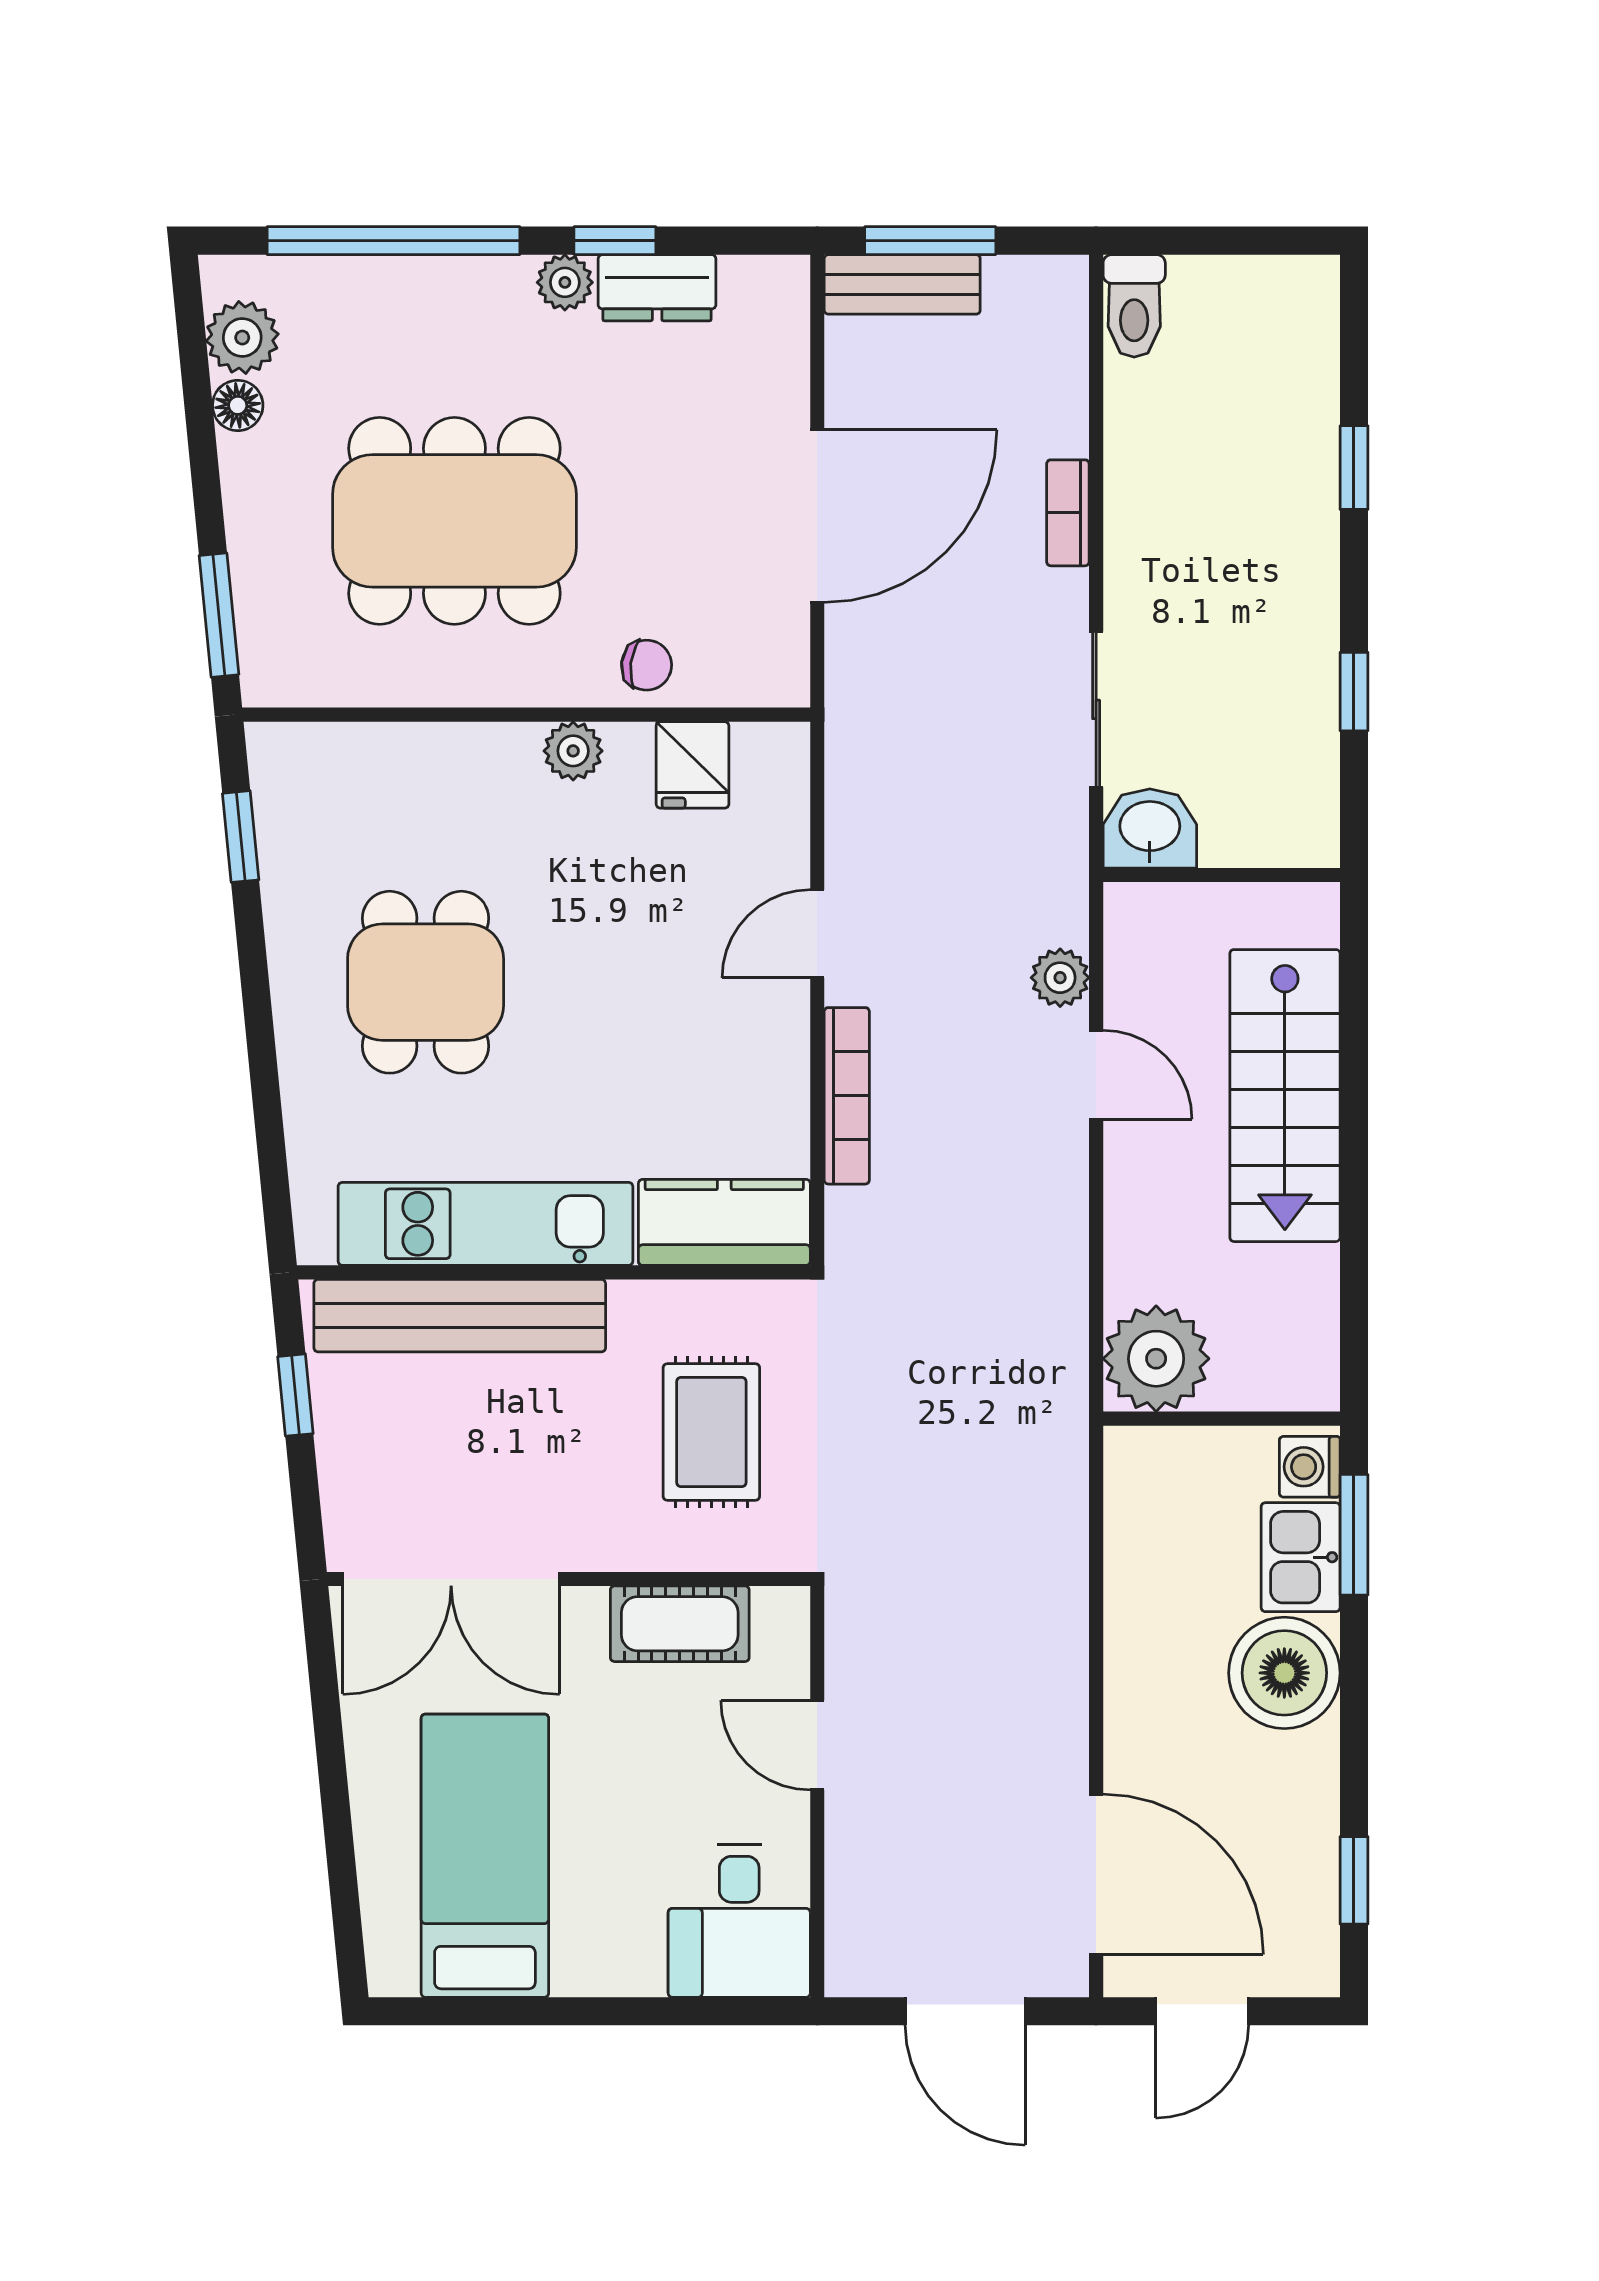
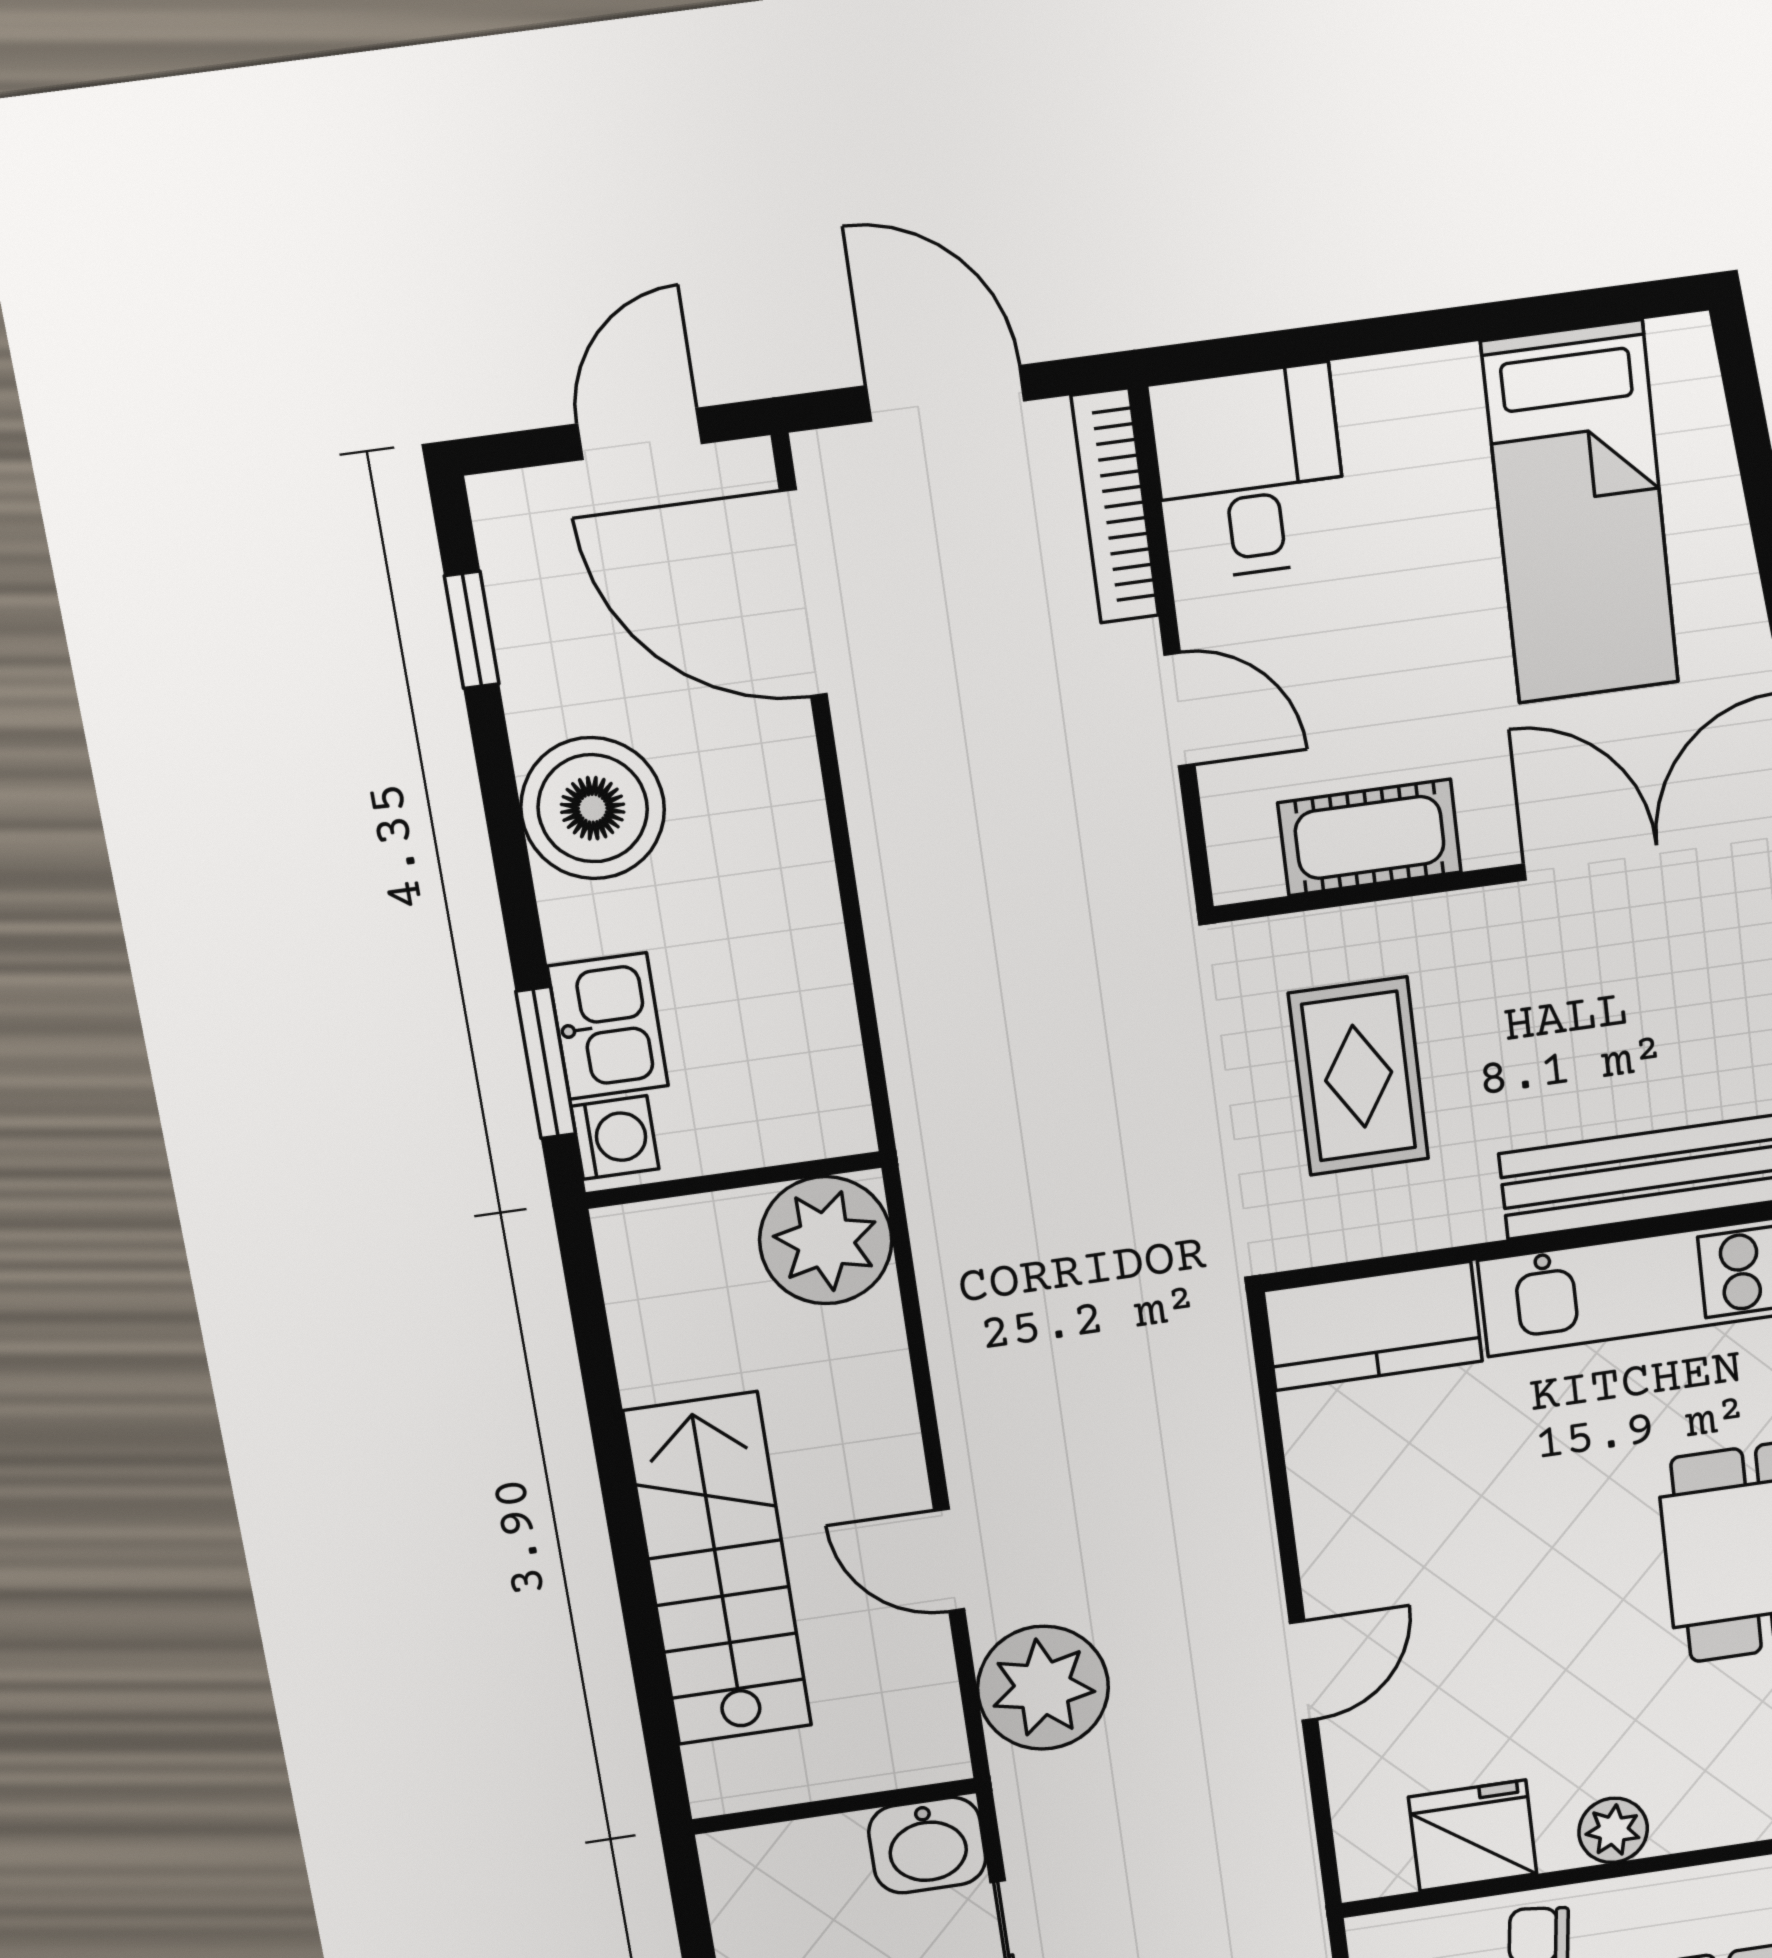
fridge: (693, 765) -> (1473, 1836), width x1.38
plant: (1060, 978) -> (1043, 1688), width x1.87, depth x1.87
bookcase: (847, 1096) -> (1115, 506), moved
boiler: (1284, 1673) -> (593, 808), moved

